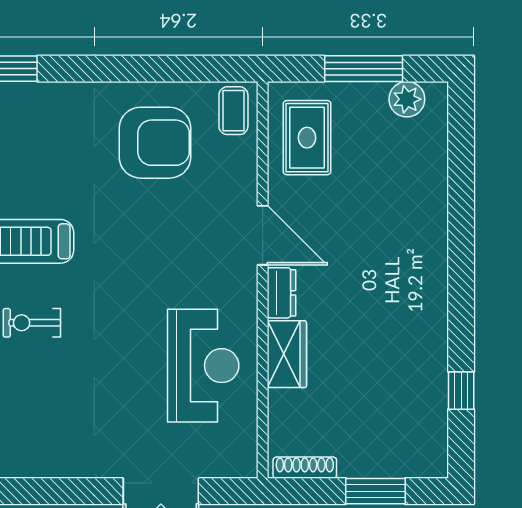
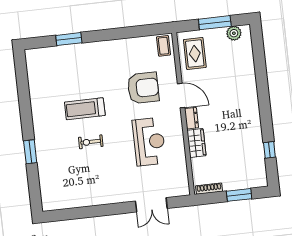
armchair: (155, 143) -> (143, 88), moved
reception desk: (203, 366) -> (149, 142), moved

